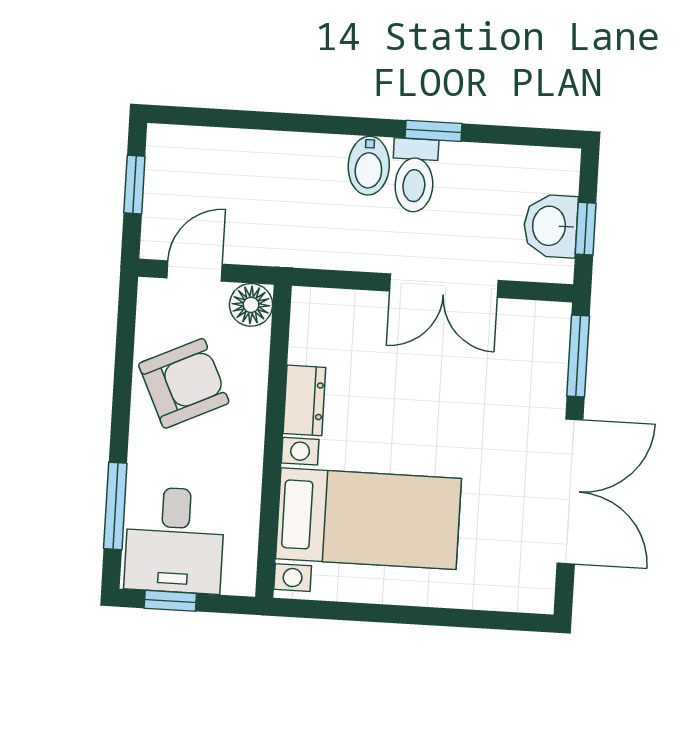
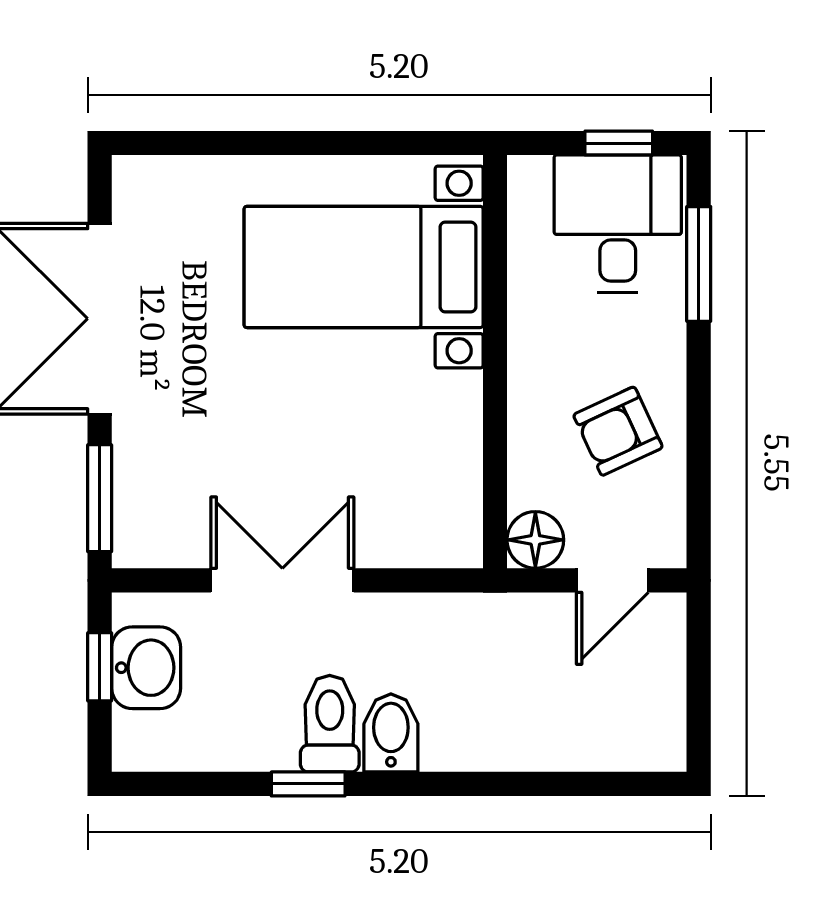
window: (134, 185) -> (699, 690), removed
armchair: (184, 383) -> (618, 431), width x0.72, depth x0.72
dresser: (304, 400) -> (457, 418), removed

